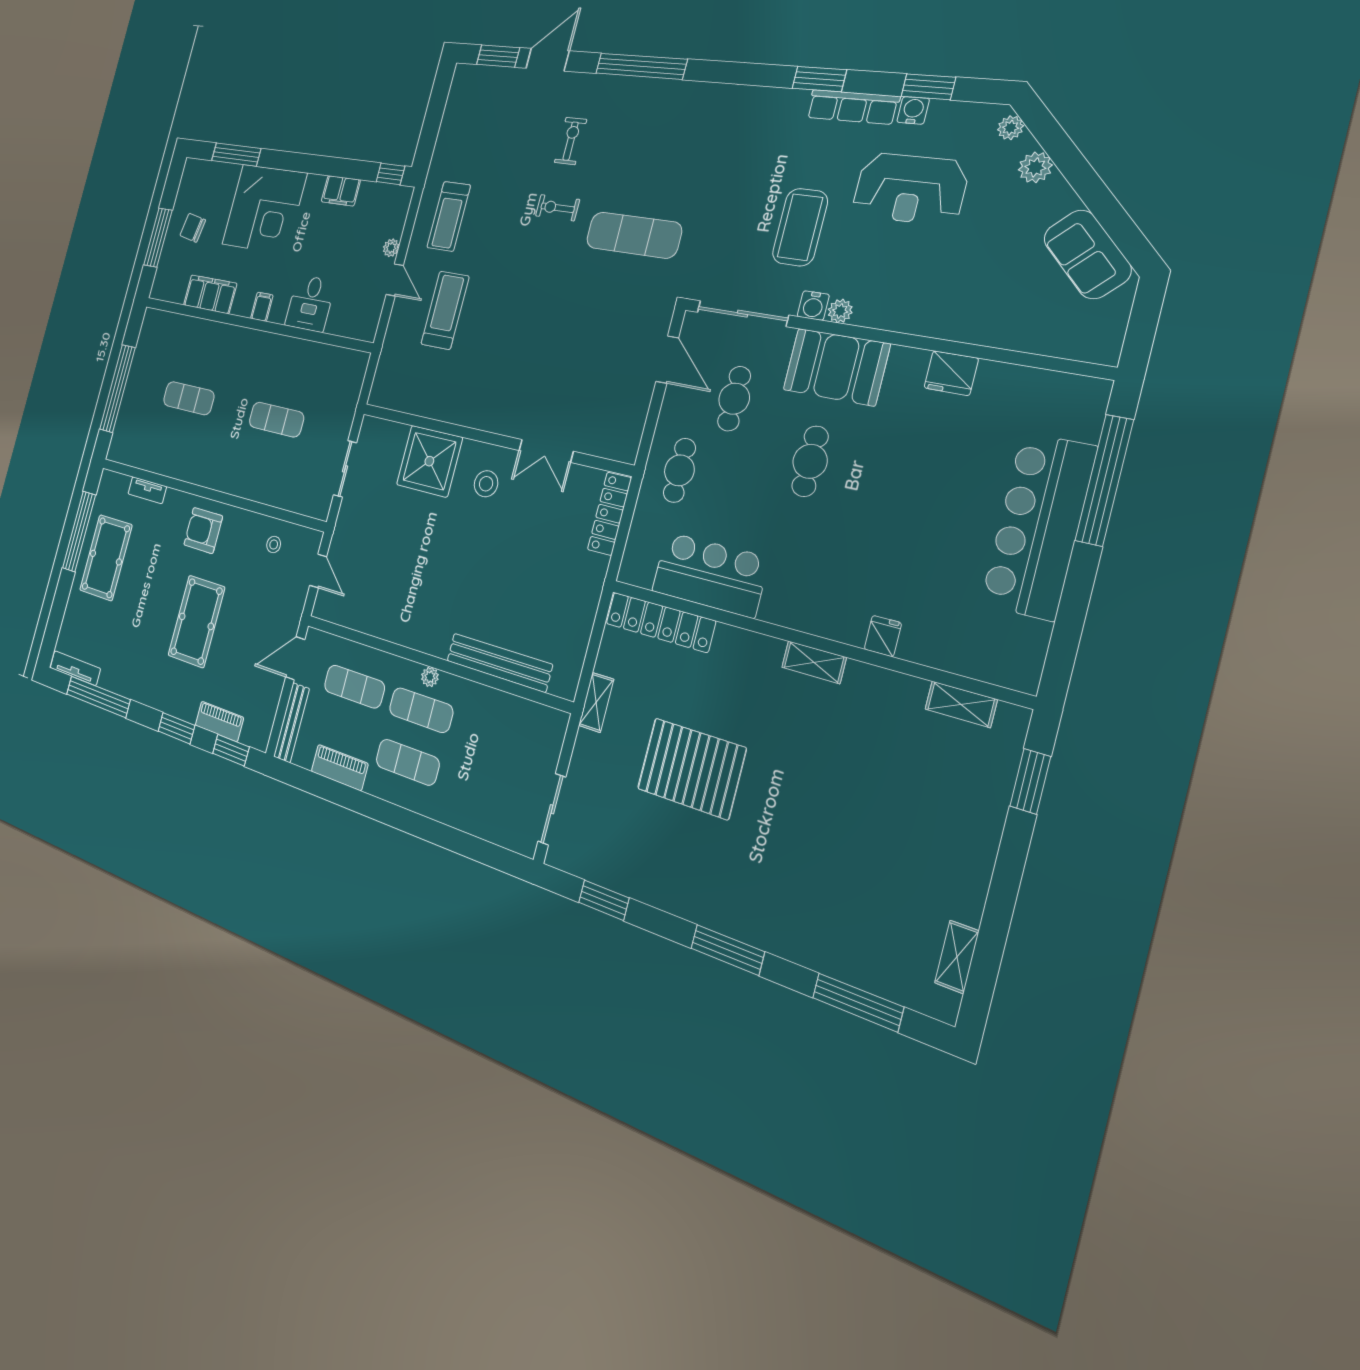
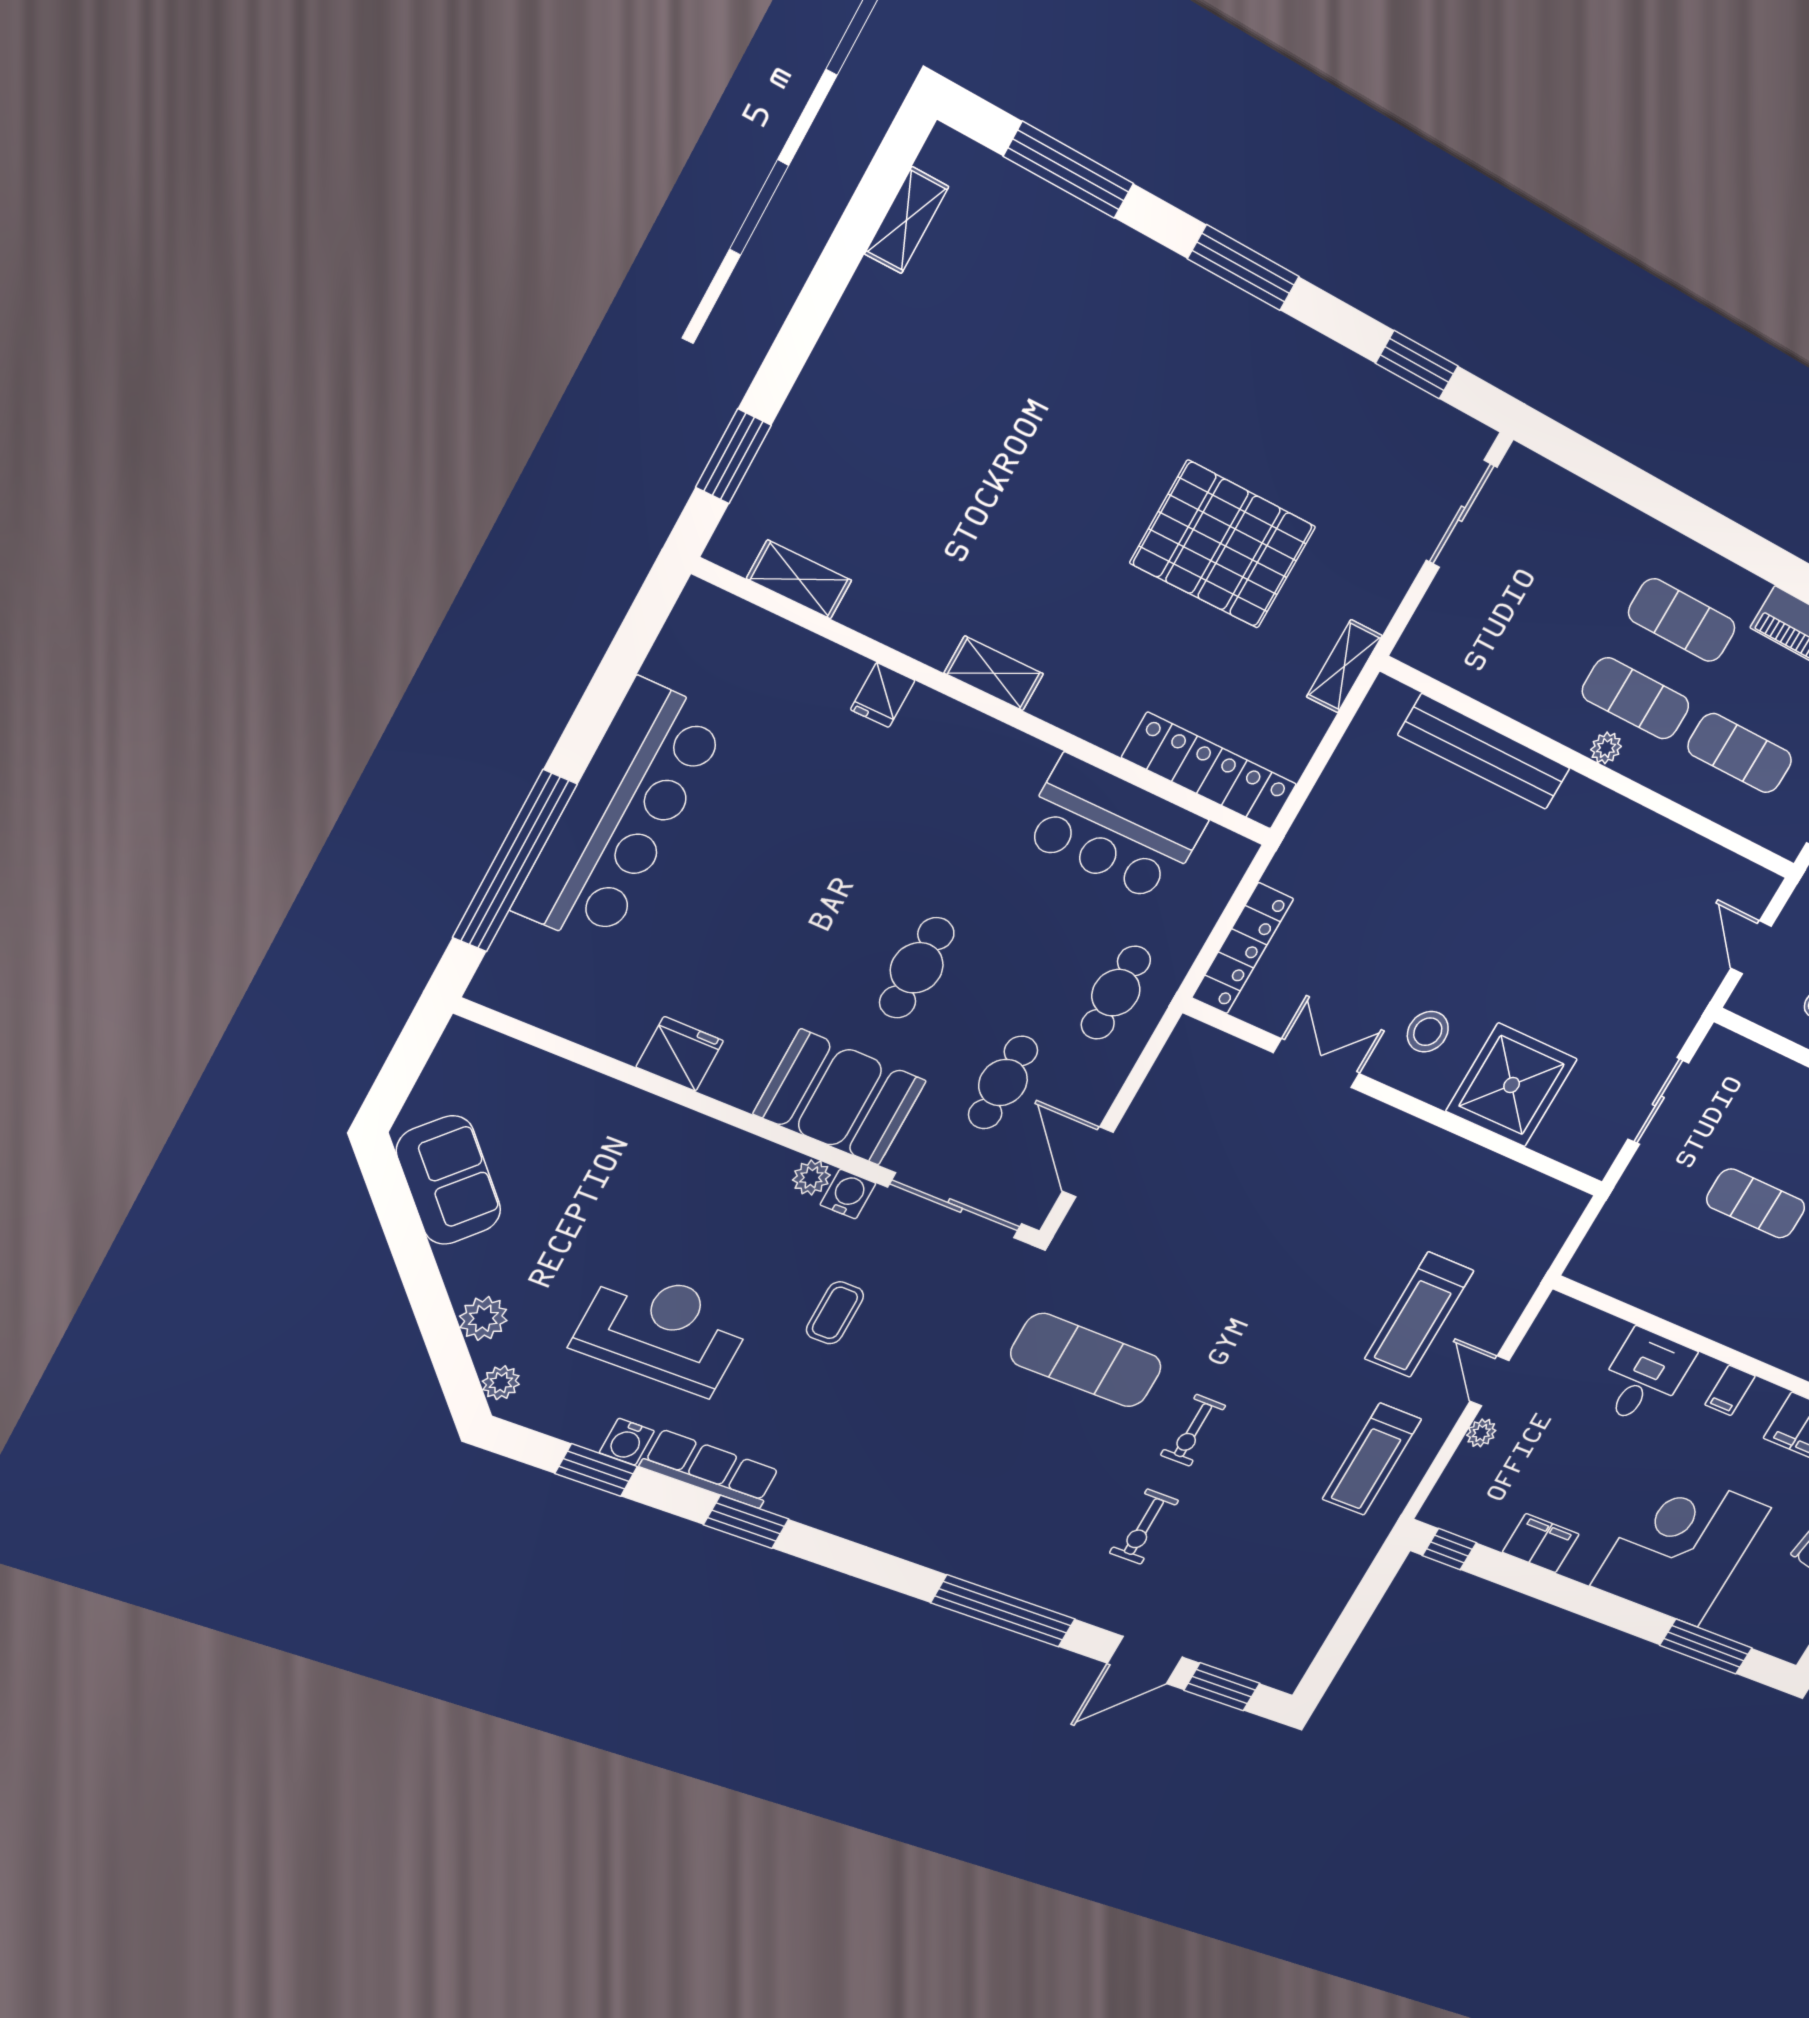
exercise bike: (558, 208) -> (1193, 1430), turned 90
treadmill: (449, 216) -> (1372, 1459), turned 180
coffee table: (800, 227) -> (835, 1313), width x0.54, depth x0.58

